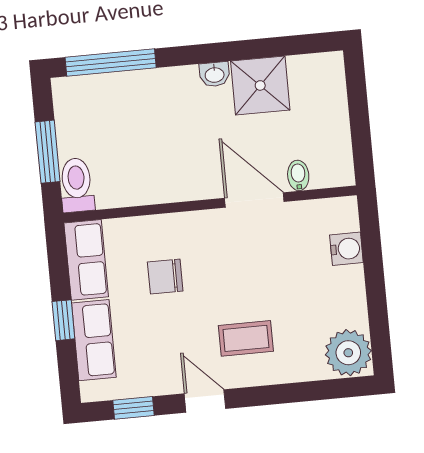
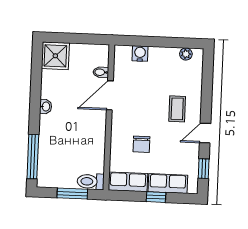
shower: (260, 85) -> (55, 56), moved
plant: (348, 353) -> (186, 54), width x0.53, depth x0.53

